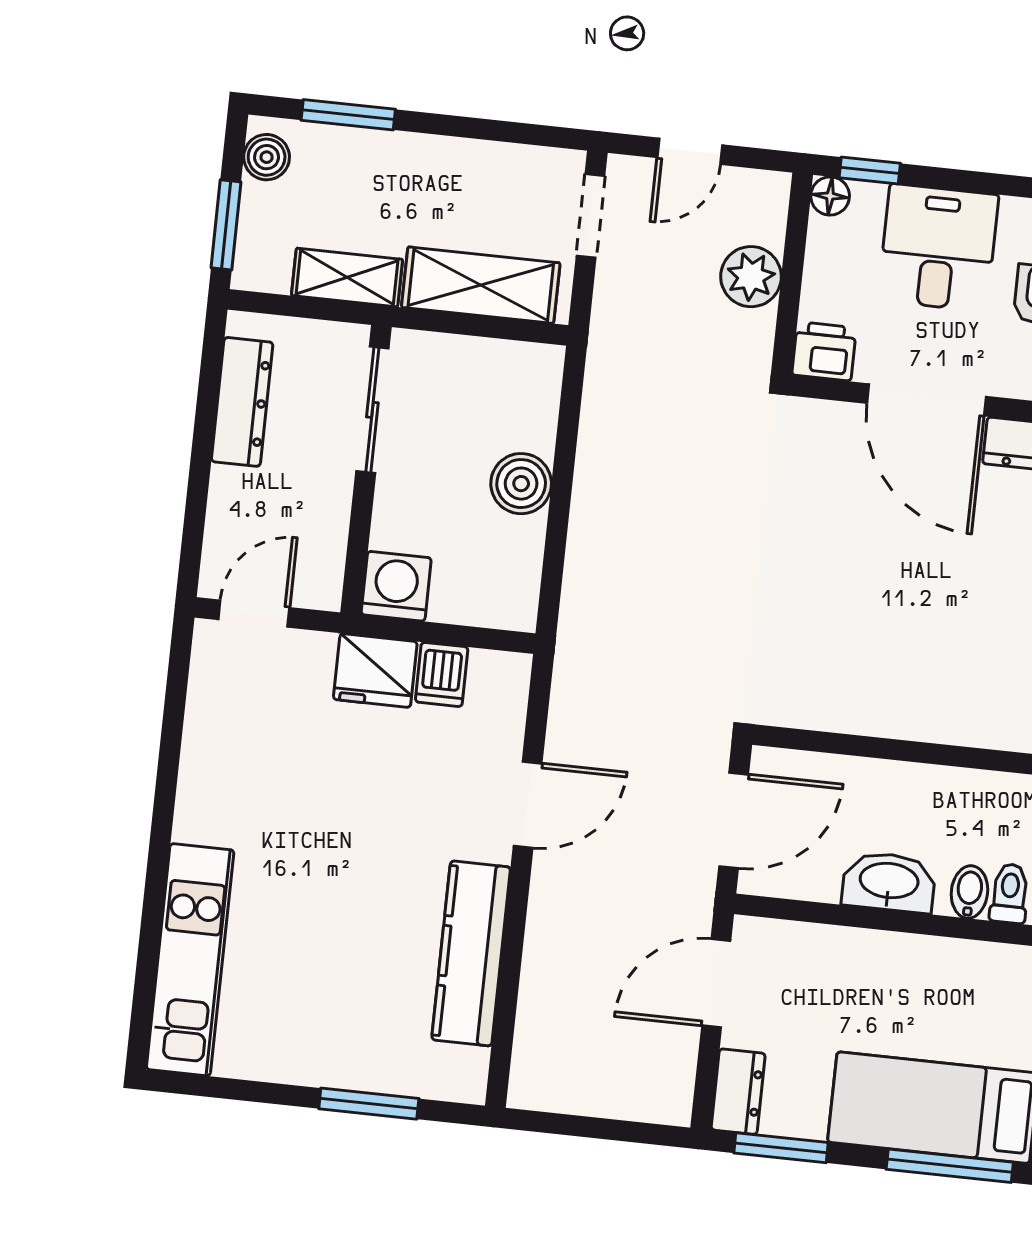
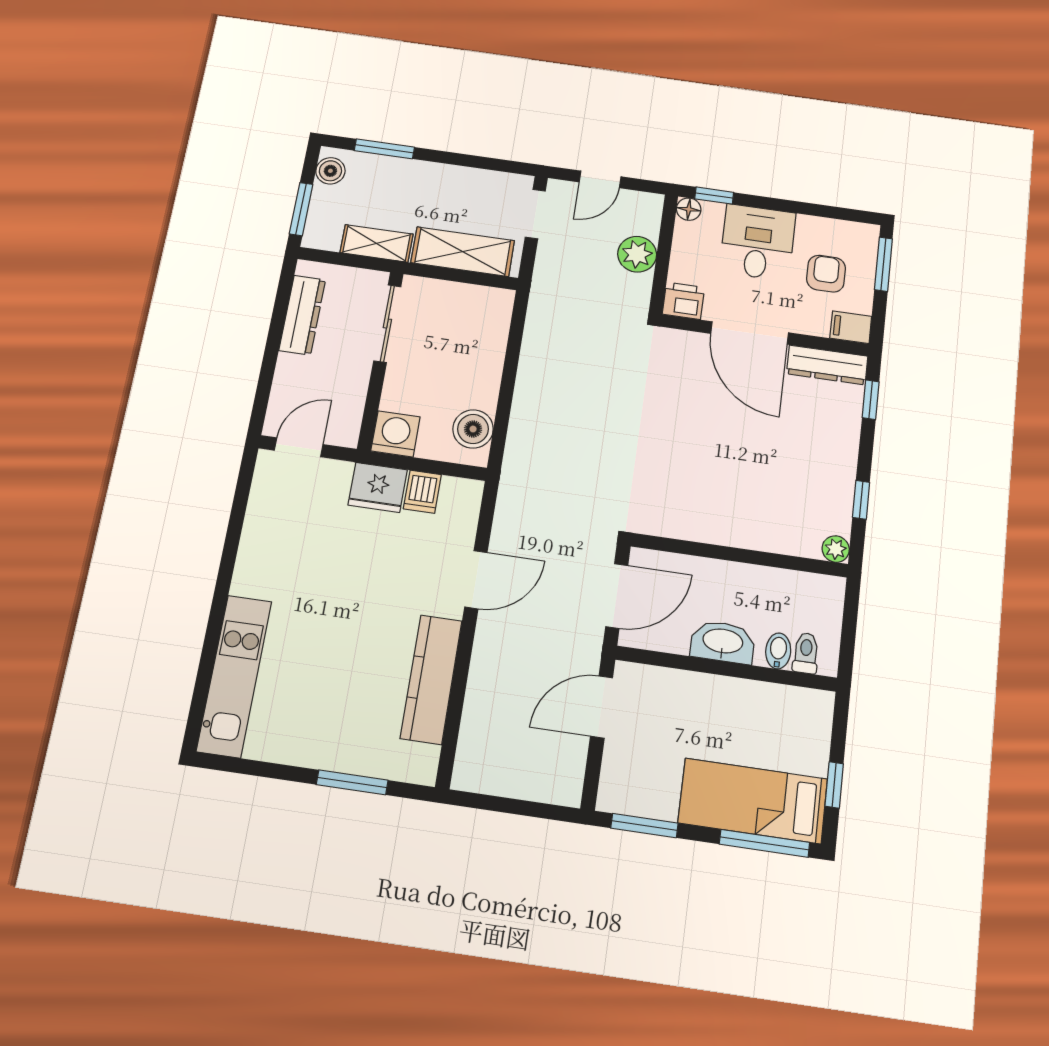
boiler: (521, 484) -> (473, 429), moved
dresser: (738, 1092) -> (615, 784), removed

